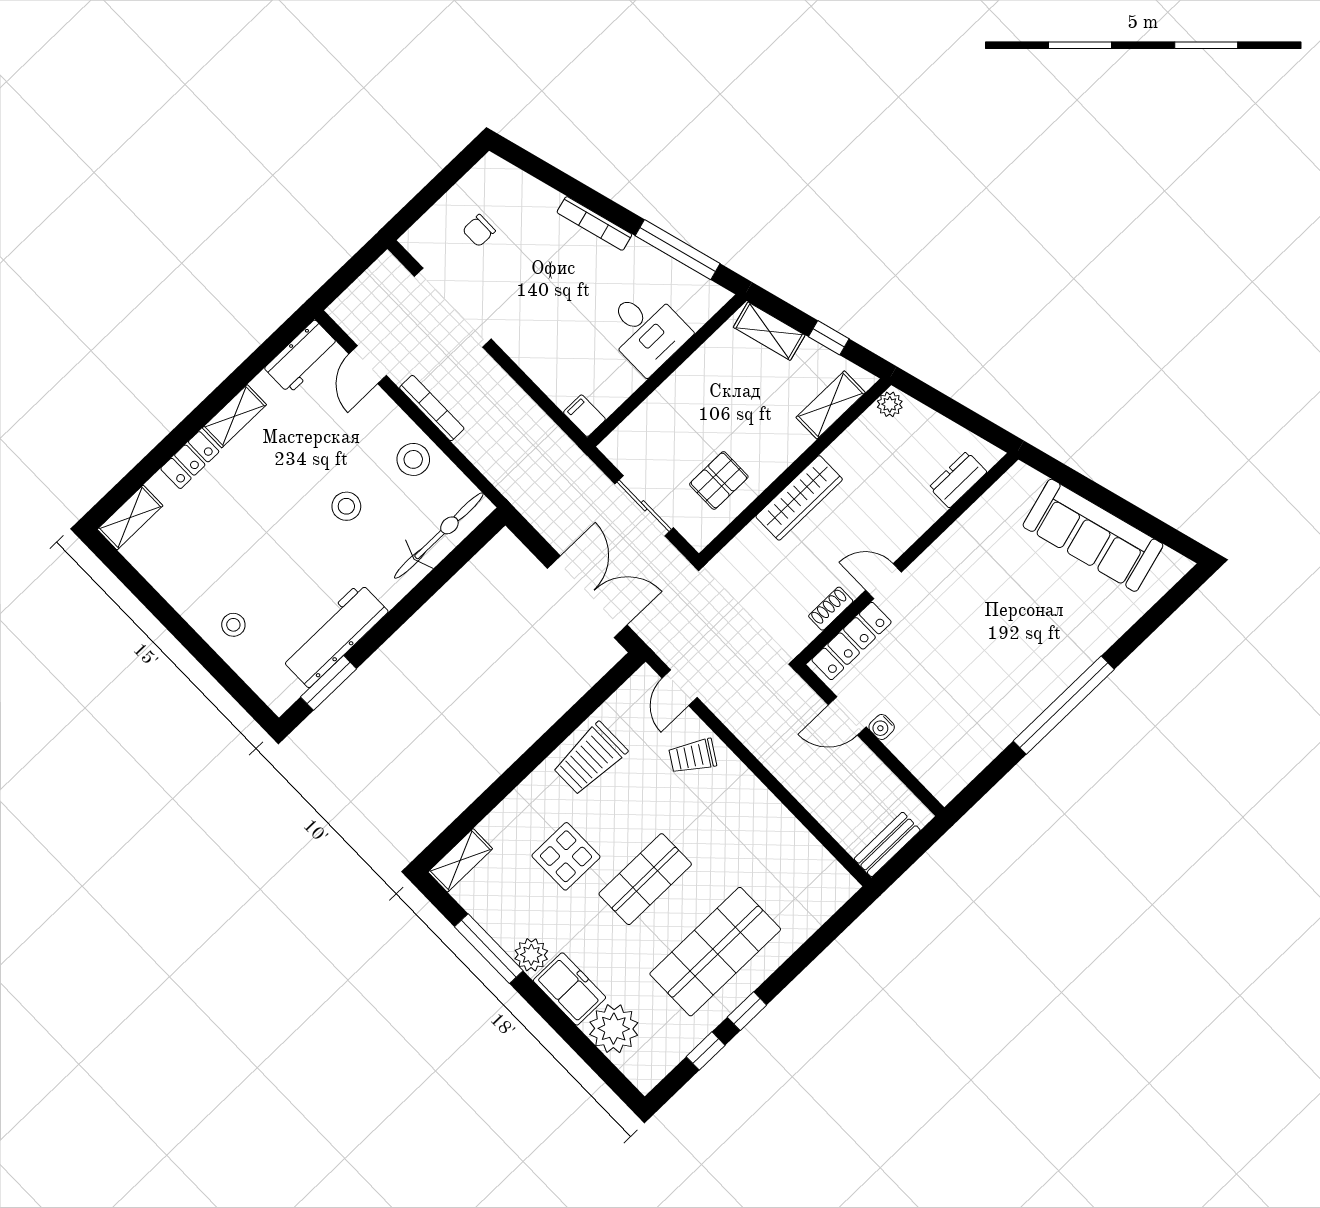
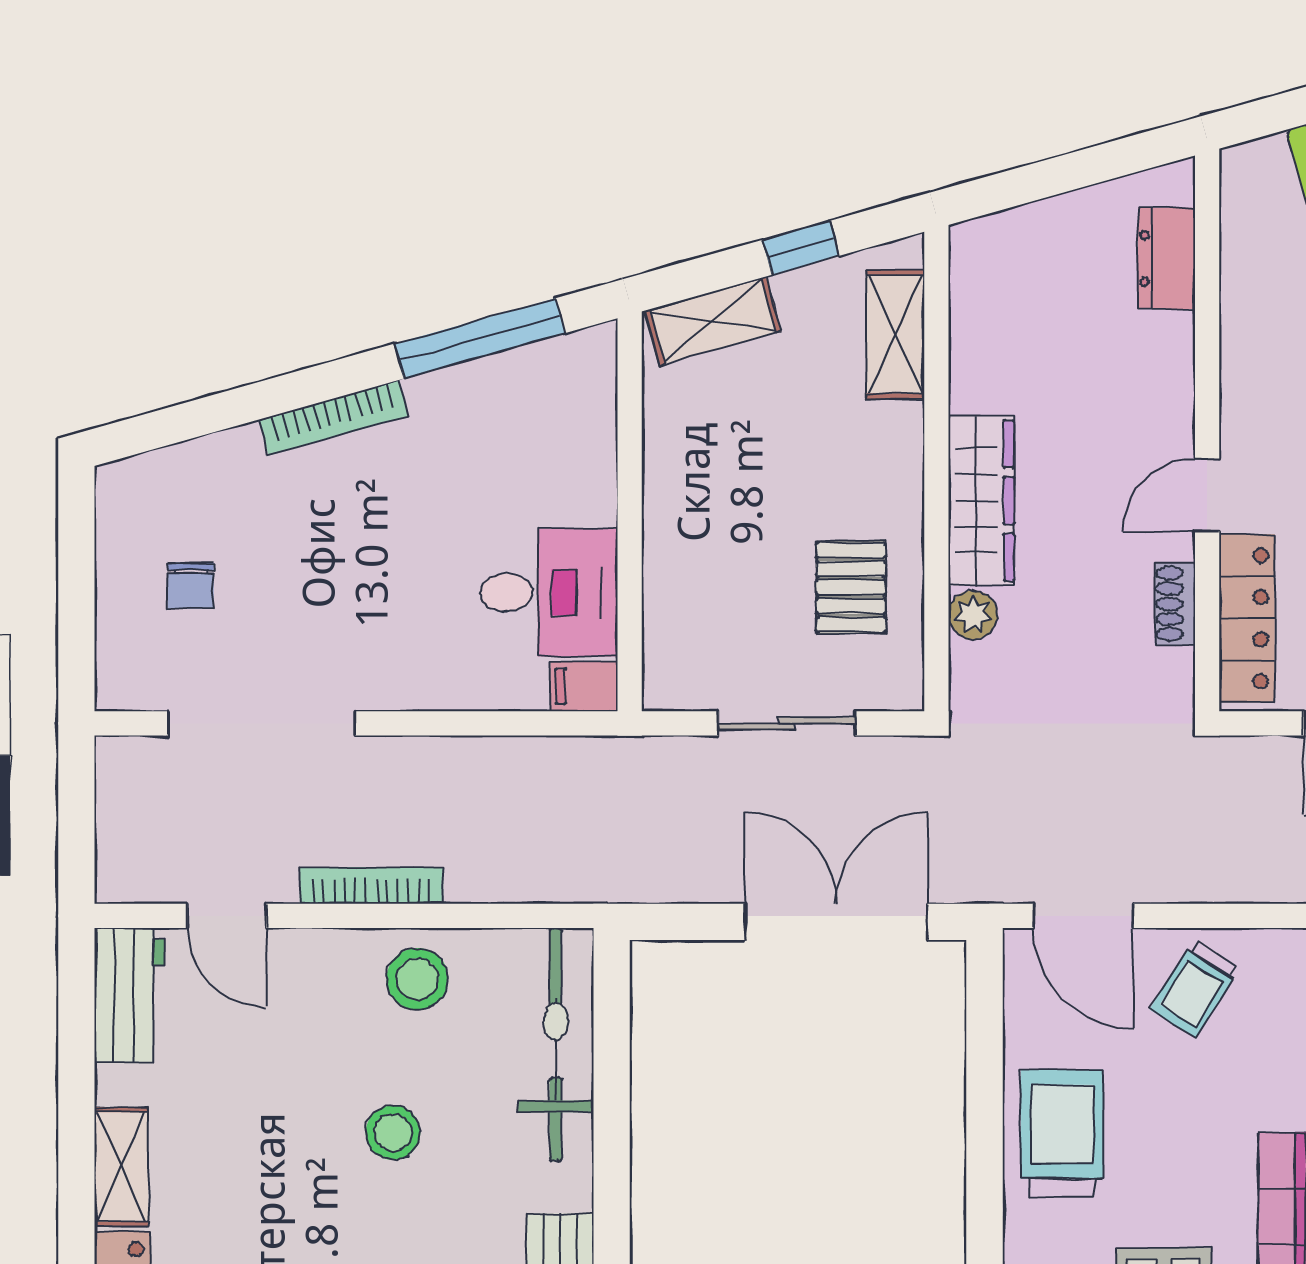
desk: (646, 330) -> (549, 592), moved
plant: (890, 404) -> (973, 615), moved
door: (680, 688) -> (1083, 916), width x1.38
trolley: (590, 759) -> (1062, 1133), turned 180

